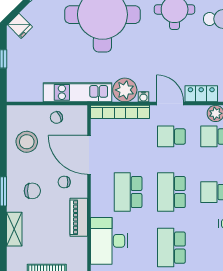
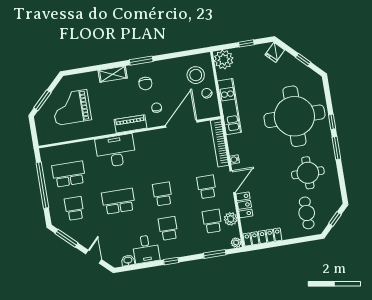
plant: (125, 90) -> (224, 60), moved
stool: (27, 142) -> (196, 75), moved
school desk: (128, 192) -> (157, 160), removed
school desk: (171, 192) -> (163, 194), width x0.54

